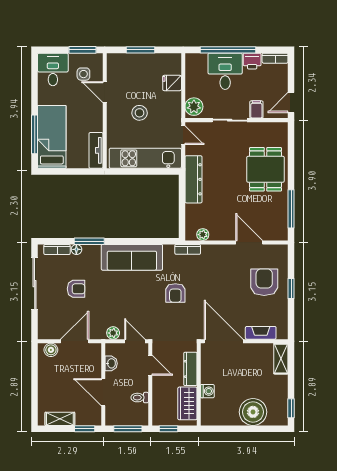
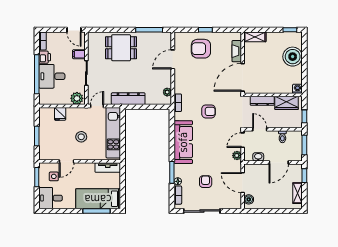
door: (150, 365) -> (260, 129), hinge flipped
washing machine: (207, 391) -> (297, 89), moved

